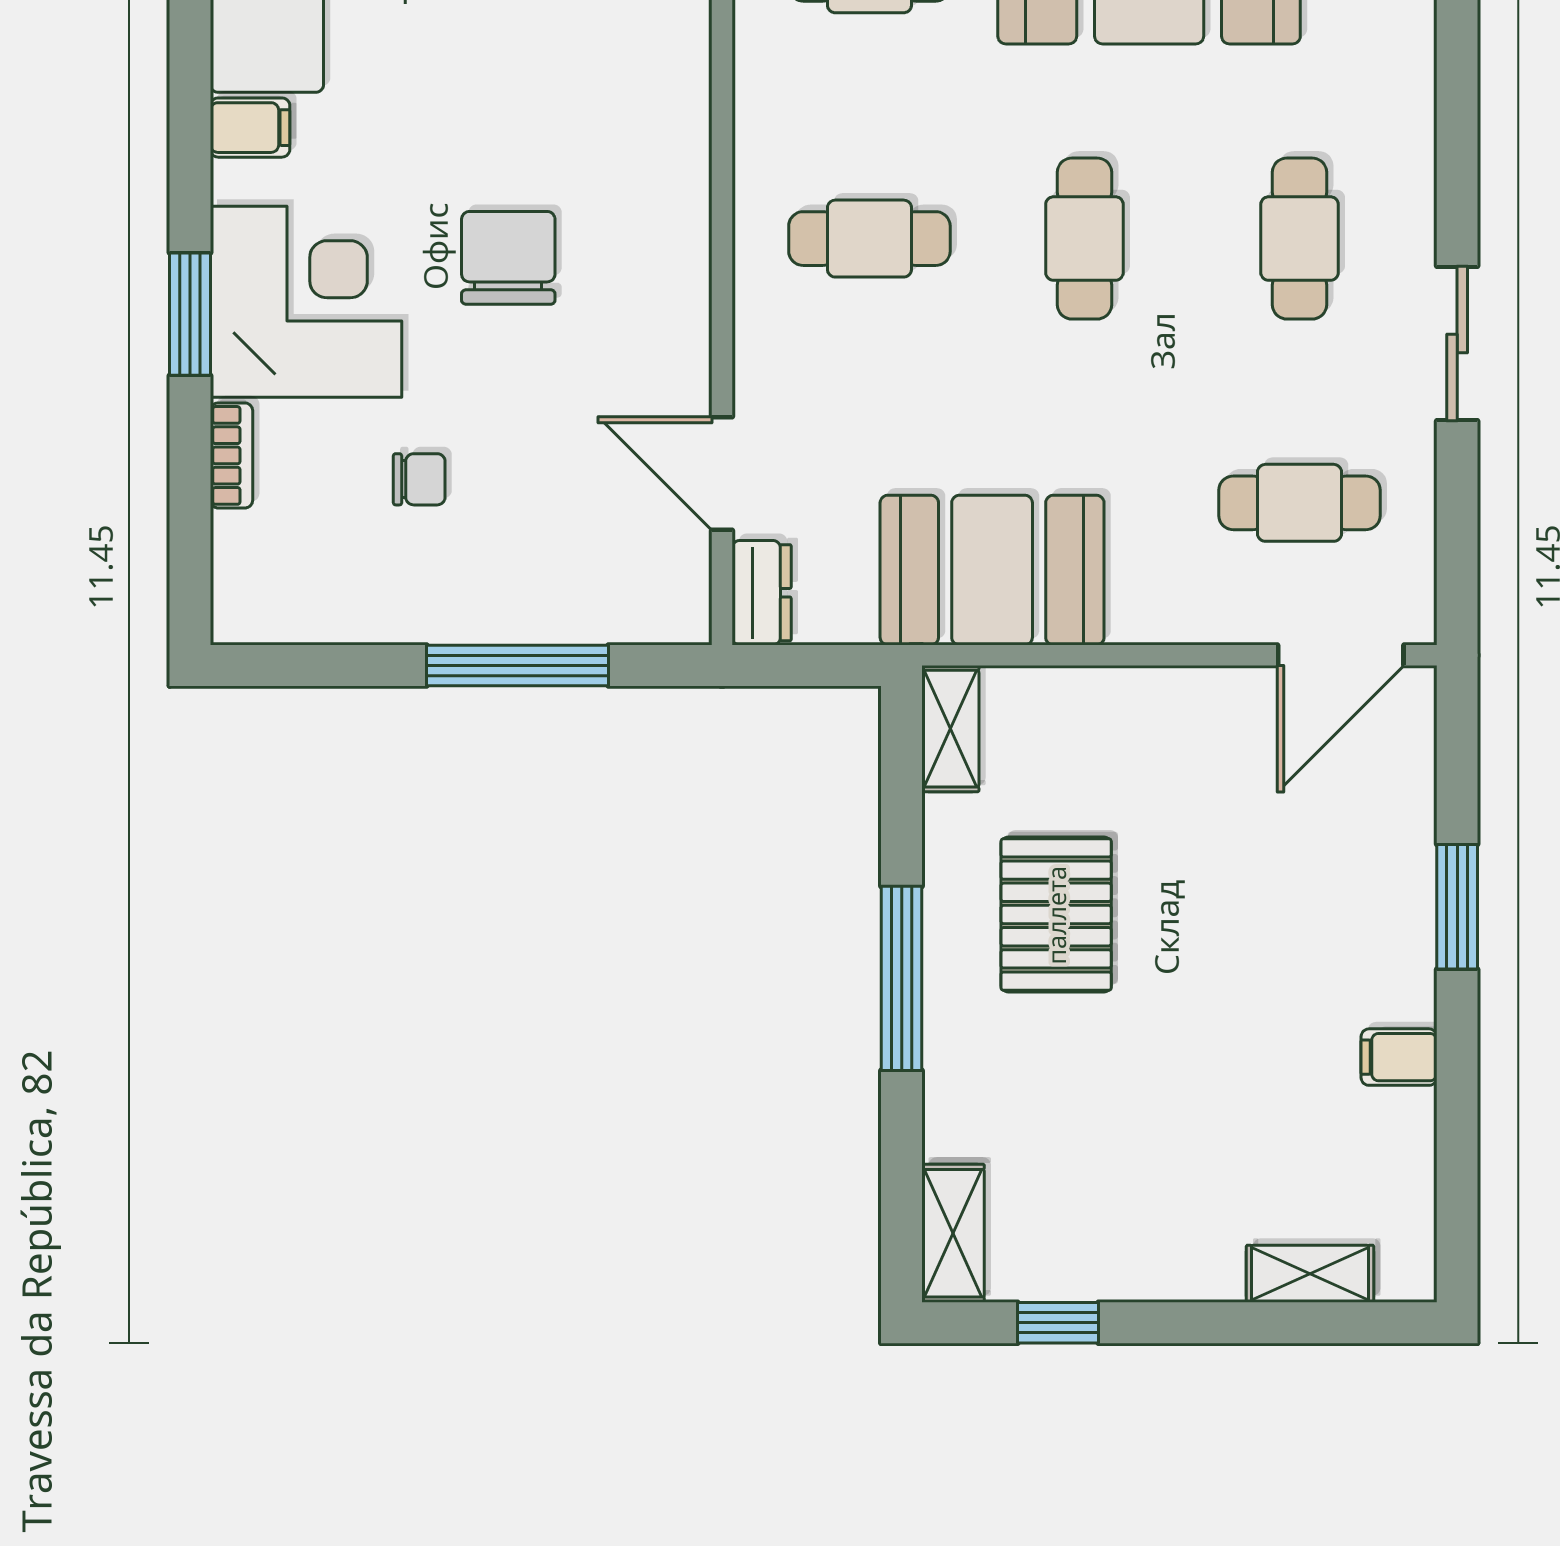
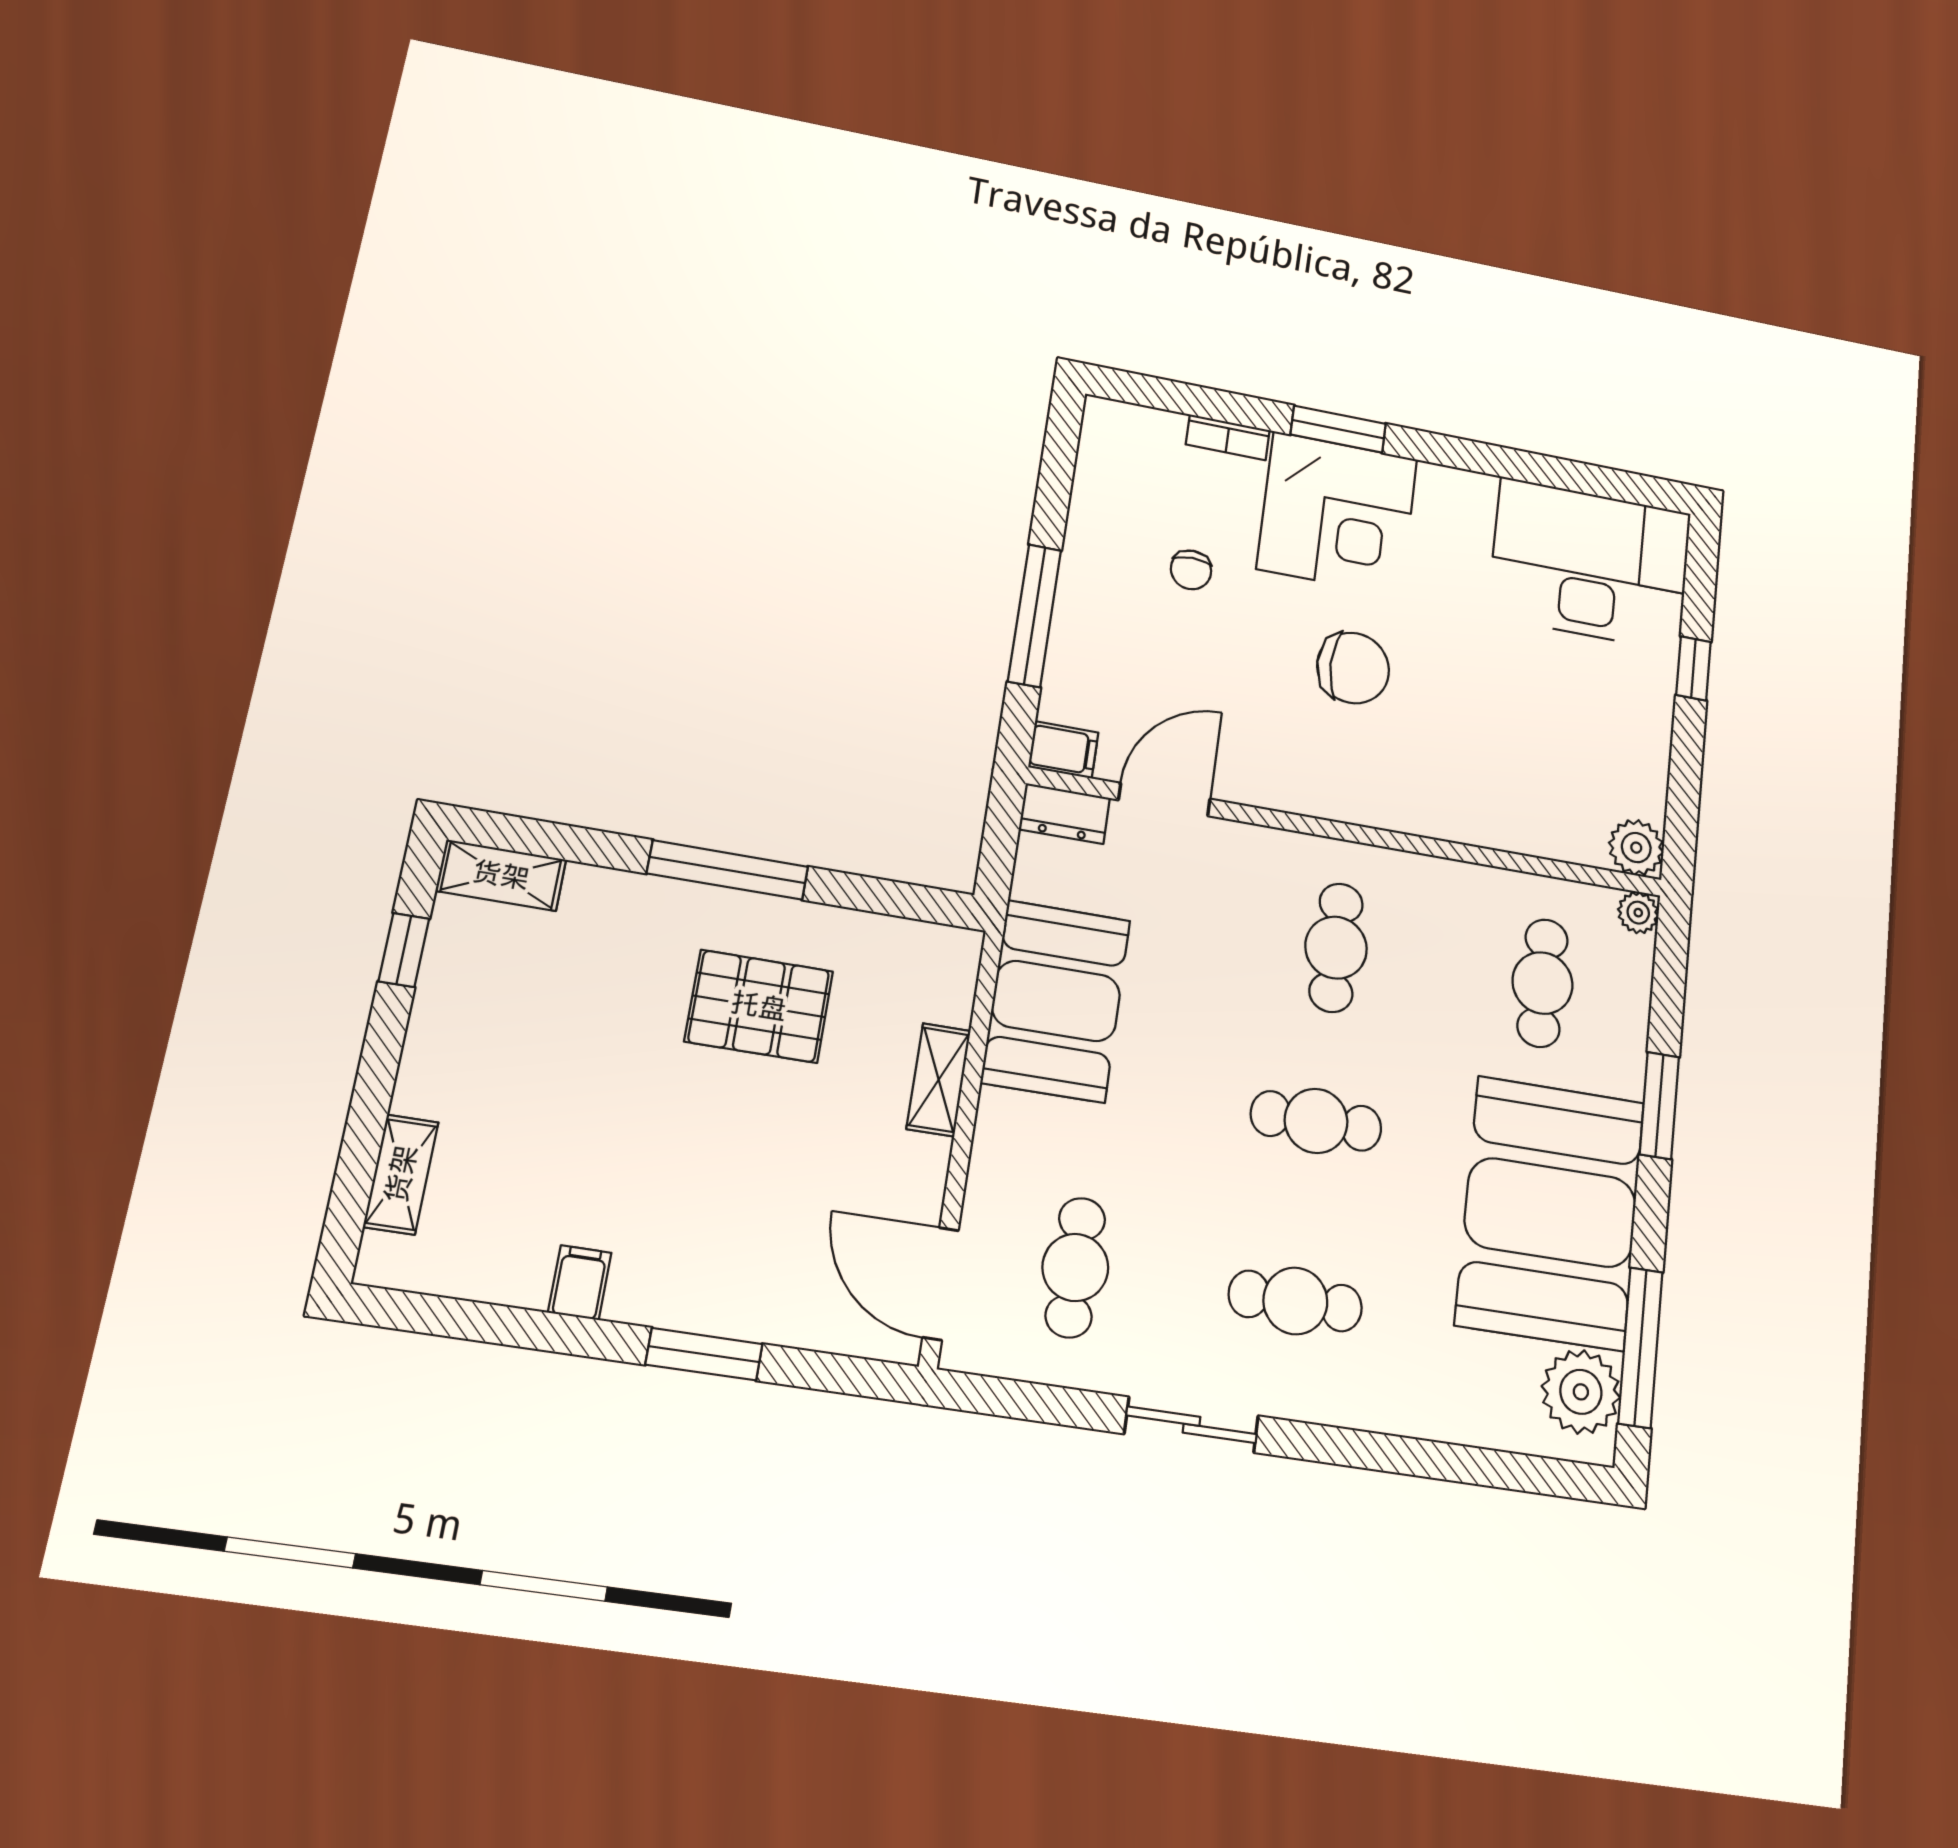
filing cabinet: (250, 128) -> (1063, 750), moved, turned -90
shelving: (950, 729) -> (939, 1080), moved, turned 90

